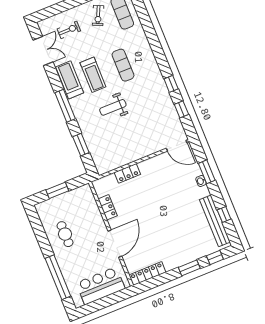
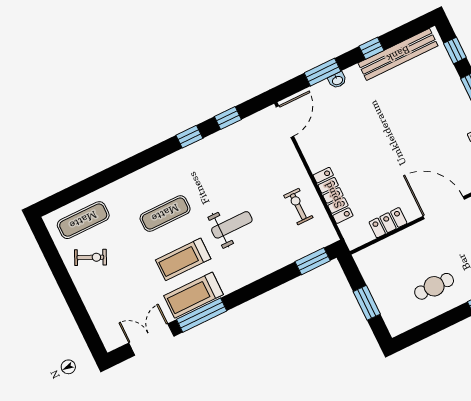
exercise bike: (69, 30) -> (298, 207), moved
treadmill: (93, 75) -> (183, 259), turned 180
window: (65, 106) -> (202, 315), moved
weight bench: (113, 107) -> (232, 225), turned -90
window: (81, 145) -> (313, 261), moved
locker: (127, 173) -> (333, 195), width x1.53
window: (224, 214) -> (371, 48), moved

